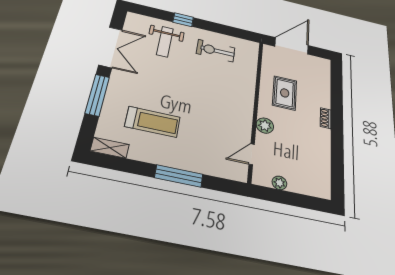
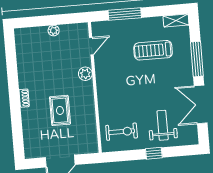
wall: (256, 108) -> (95, 87), moved
plant: (265, 126) -> (85, 74), moved
door: (252, 154) -> (91, 46), moved

